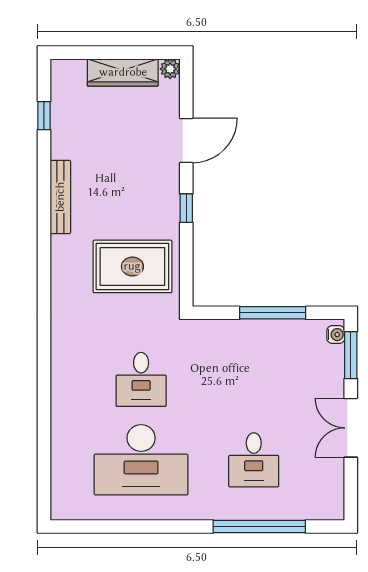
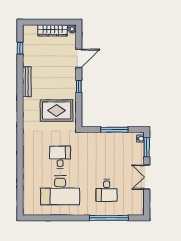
desk: (141, 379) -> (60, 157), turned 180

